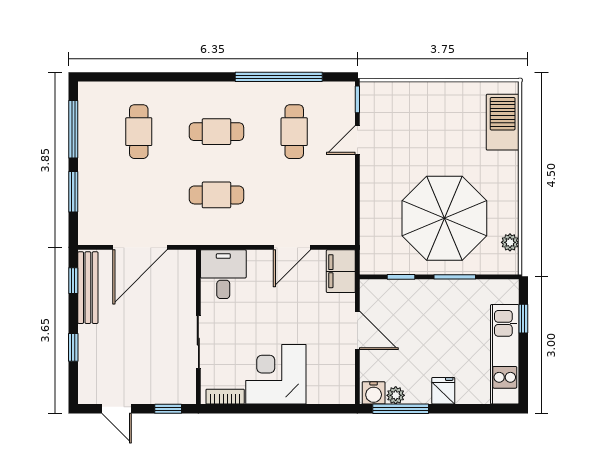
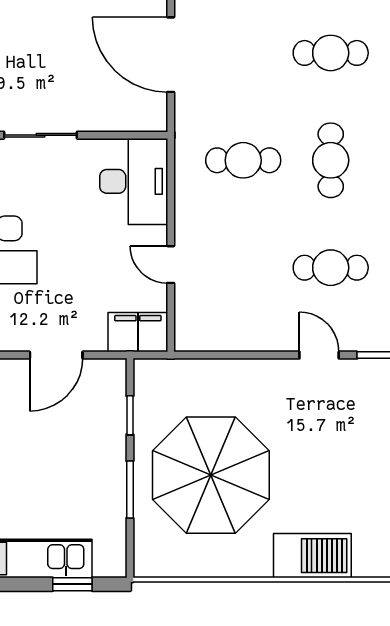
barbecue: (503, 122) -> (312, 556), moved
cafe table: (216, 195) -> (243, 160), turned 90
plant: (510, 242) -> (178, 566), removed
door: (292, 247) -> (171, 265), width x0.73
desk: (223, 274) -> (134, 181), width x1.37

